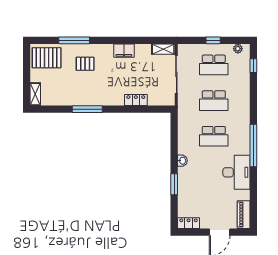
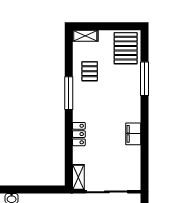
shelving: (163, 49) -> (78, 177), moved
pallet: (85, 64) -> (90, 71), moved
locker: (136, 100) -> (79, 134), moved

